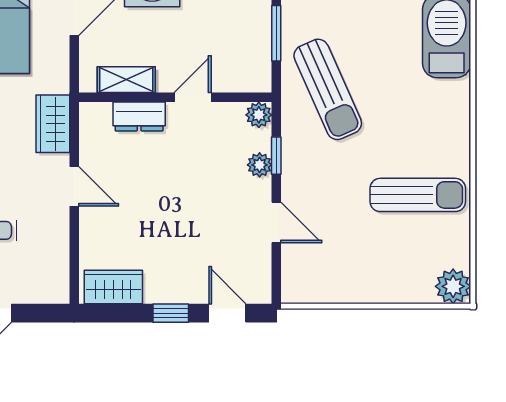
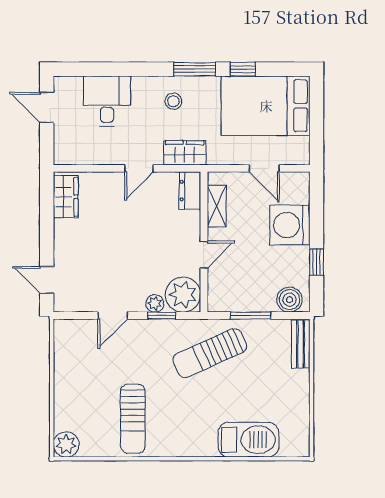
door: (193, 97) -> (204, 255), hinge flipped
plant: (259, 115) -> (183, 295), width x1.88, depth x1.88
dresser: (139, 116) -> (190, 191), moved
window: (171, 313) -> (47, 239), removed
door: (227, 313) -> (47, 280), swing flipped

